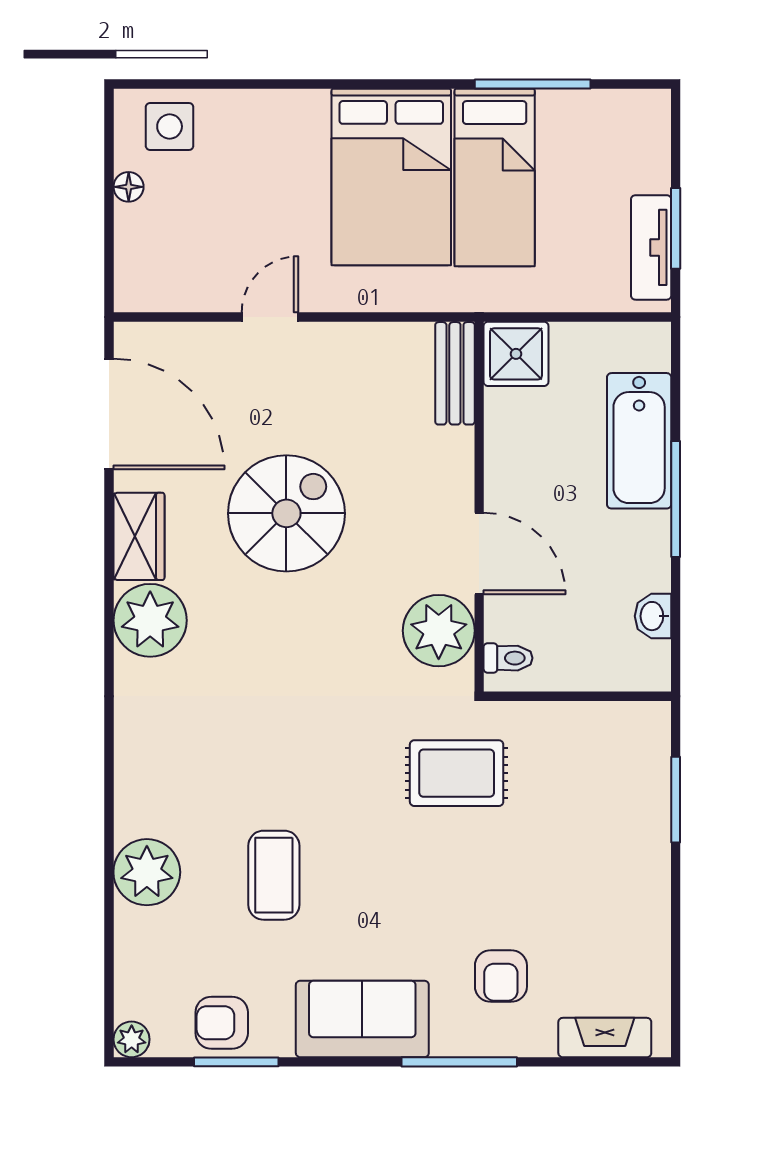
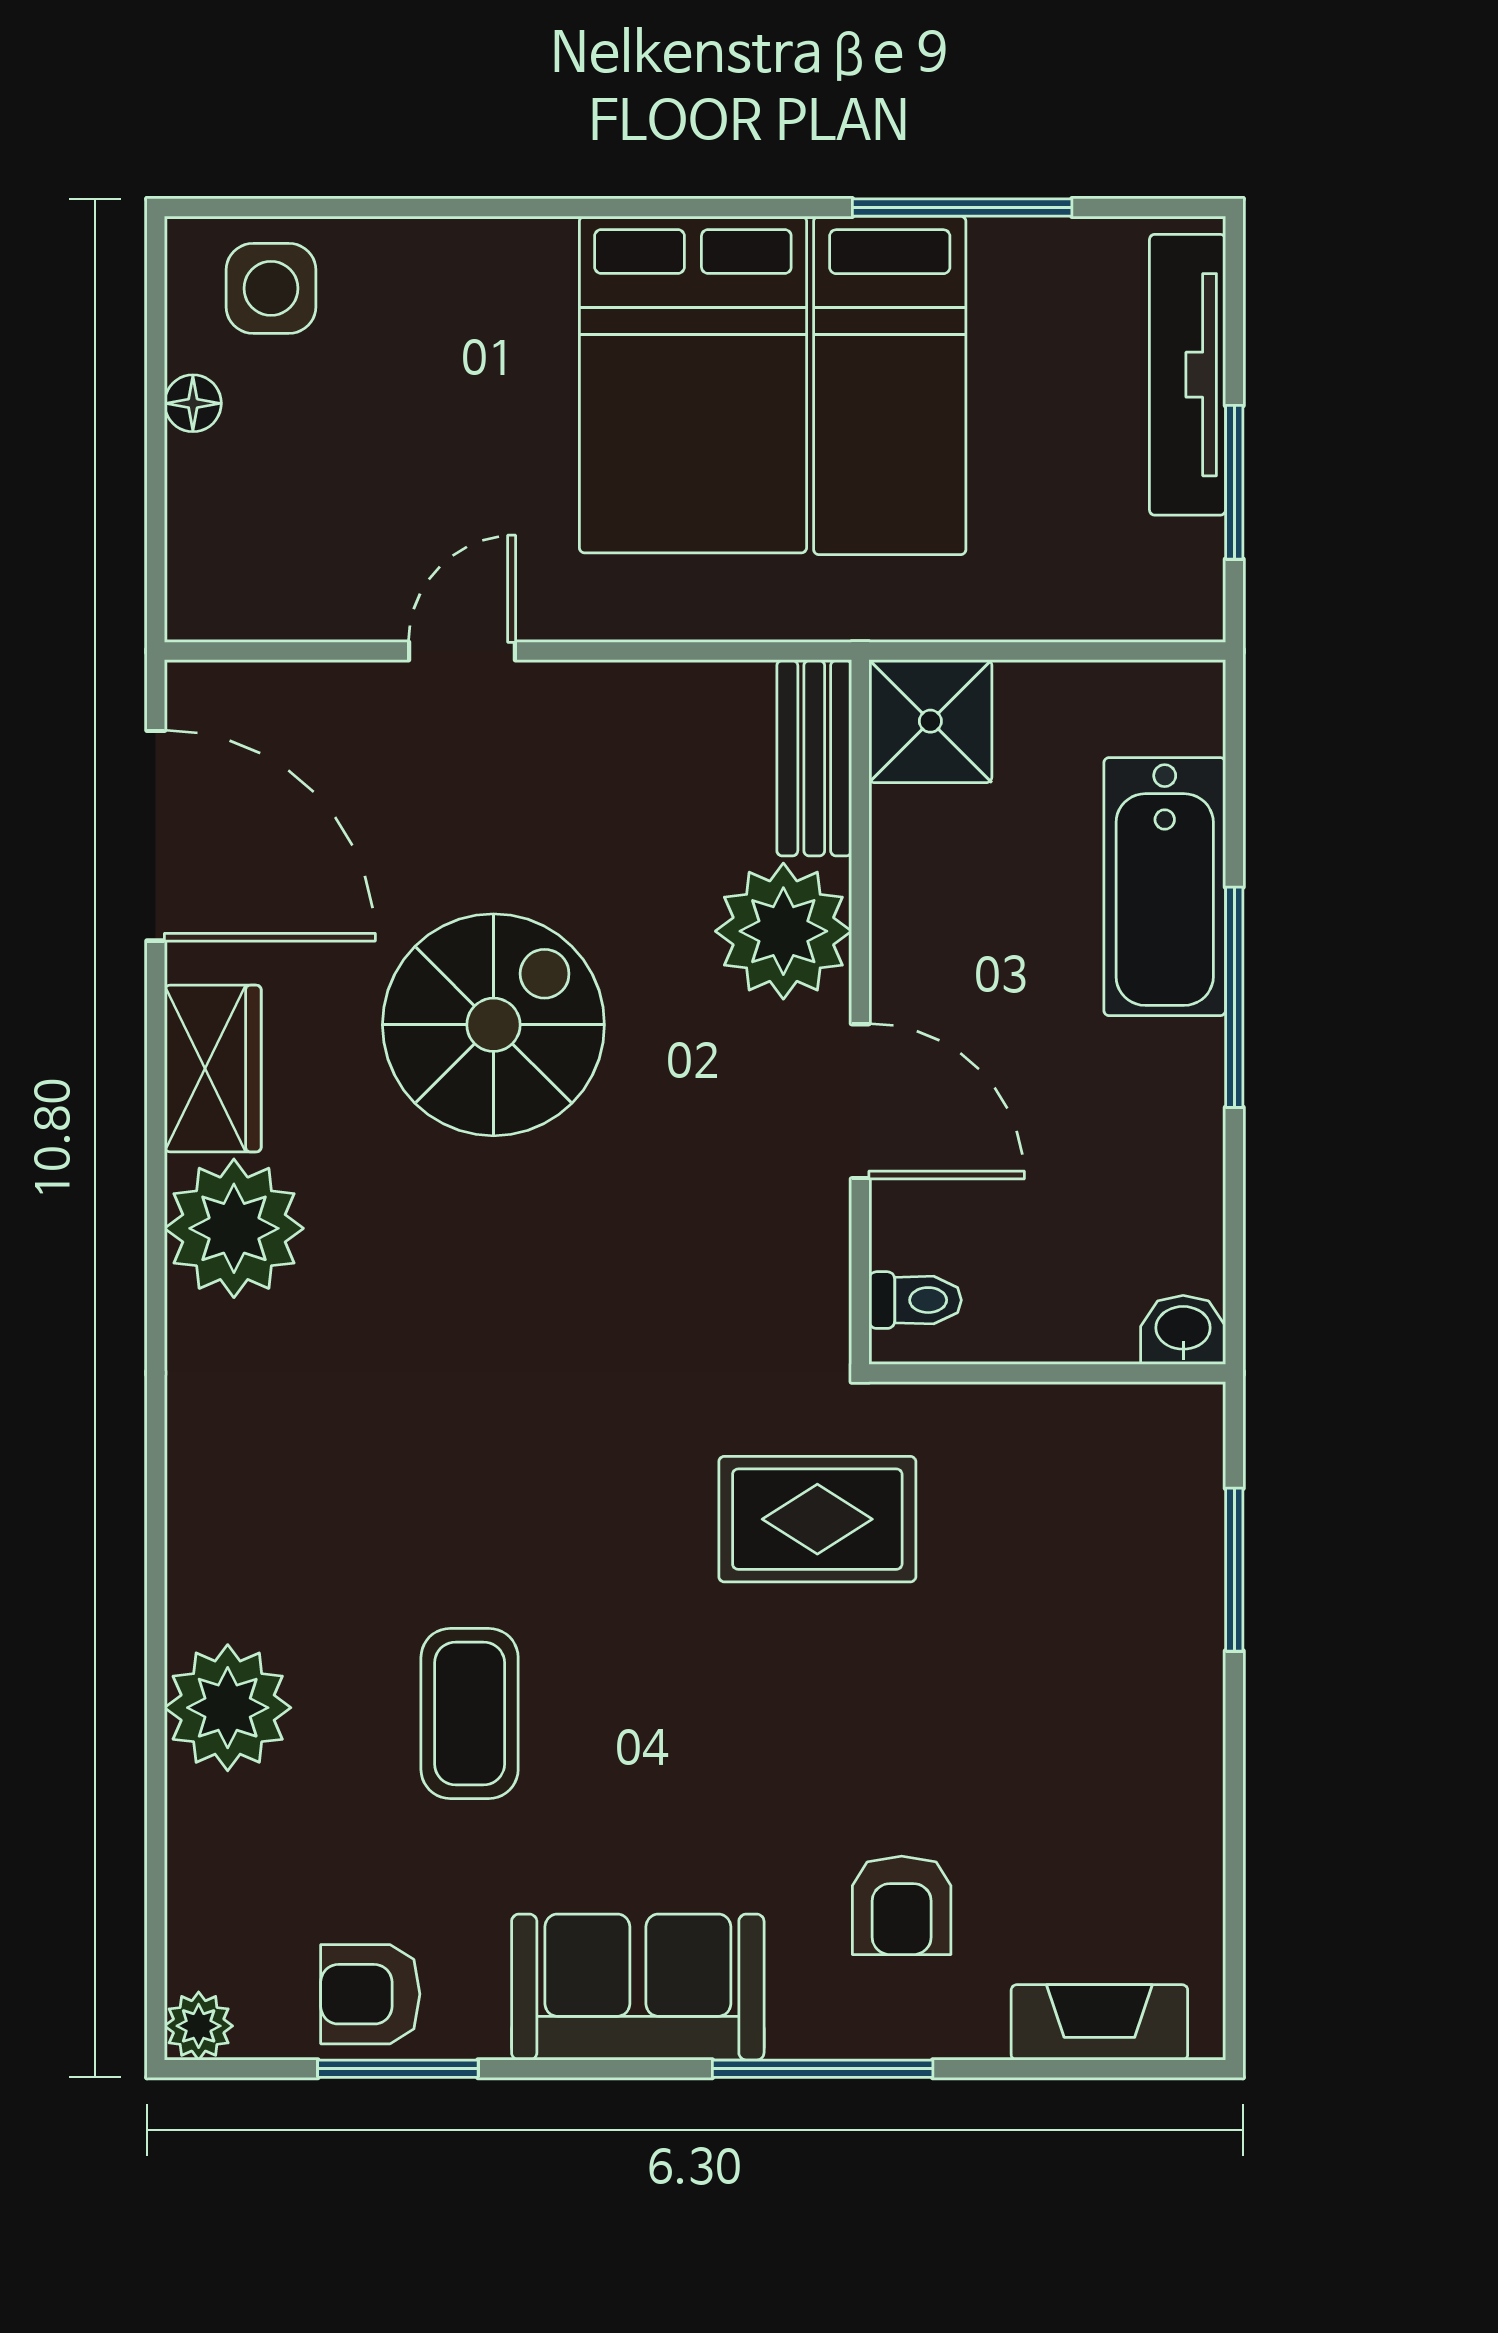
tv unit: (651, 247) -> (1187, 375), moved, width x1.41
washbasin: (653, 616) -> (1183, 1330), moved, turned 90
plant: (439, 631) -> (783, 931), moved

